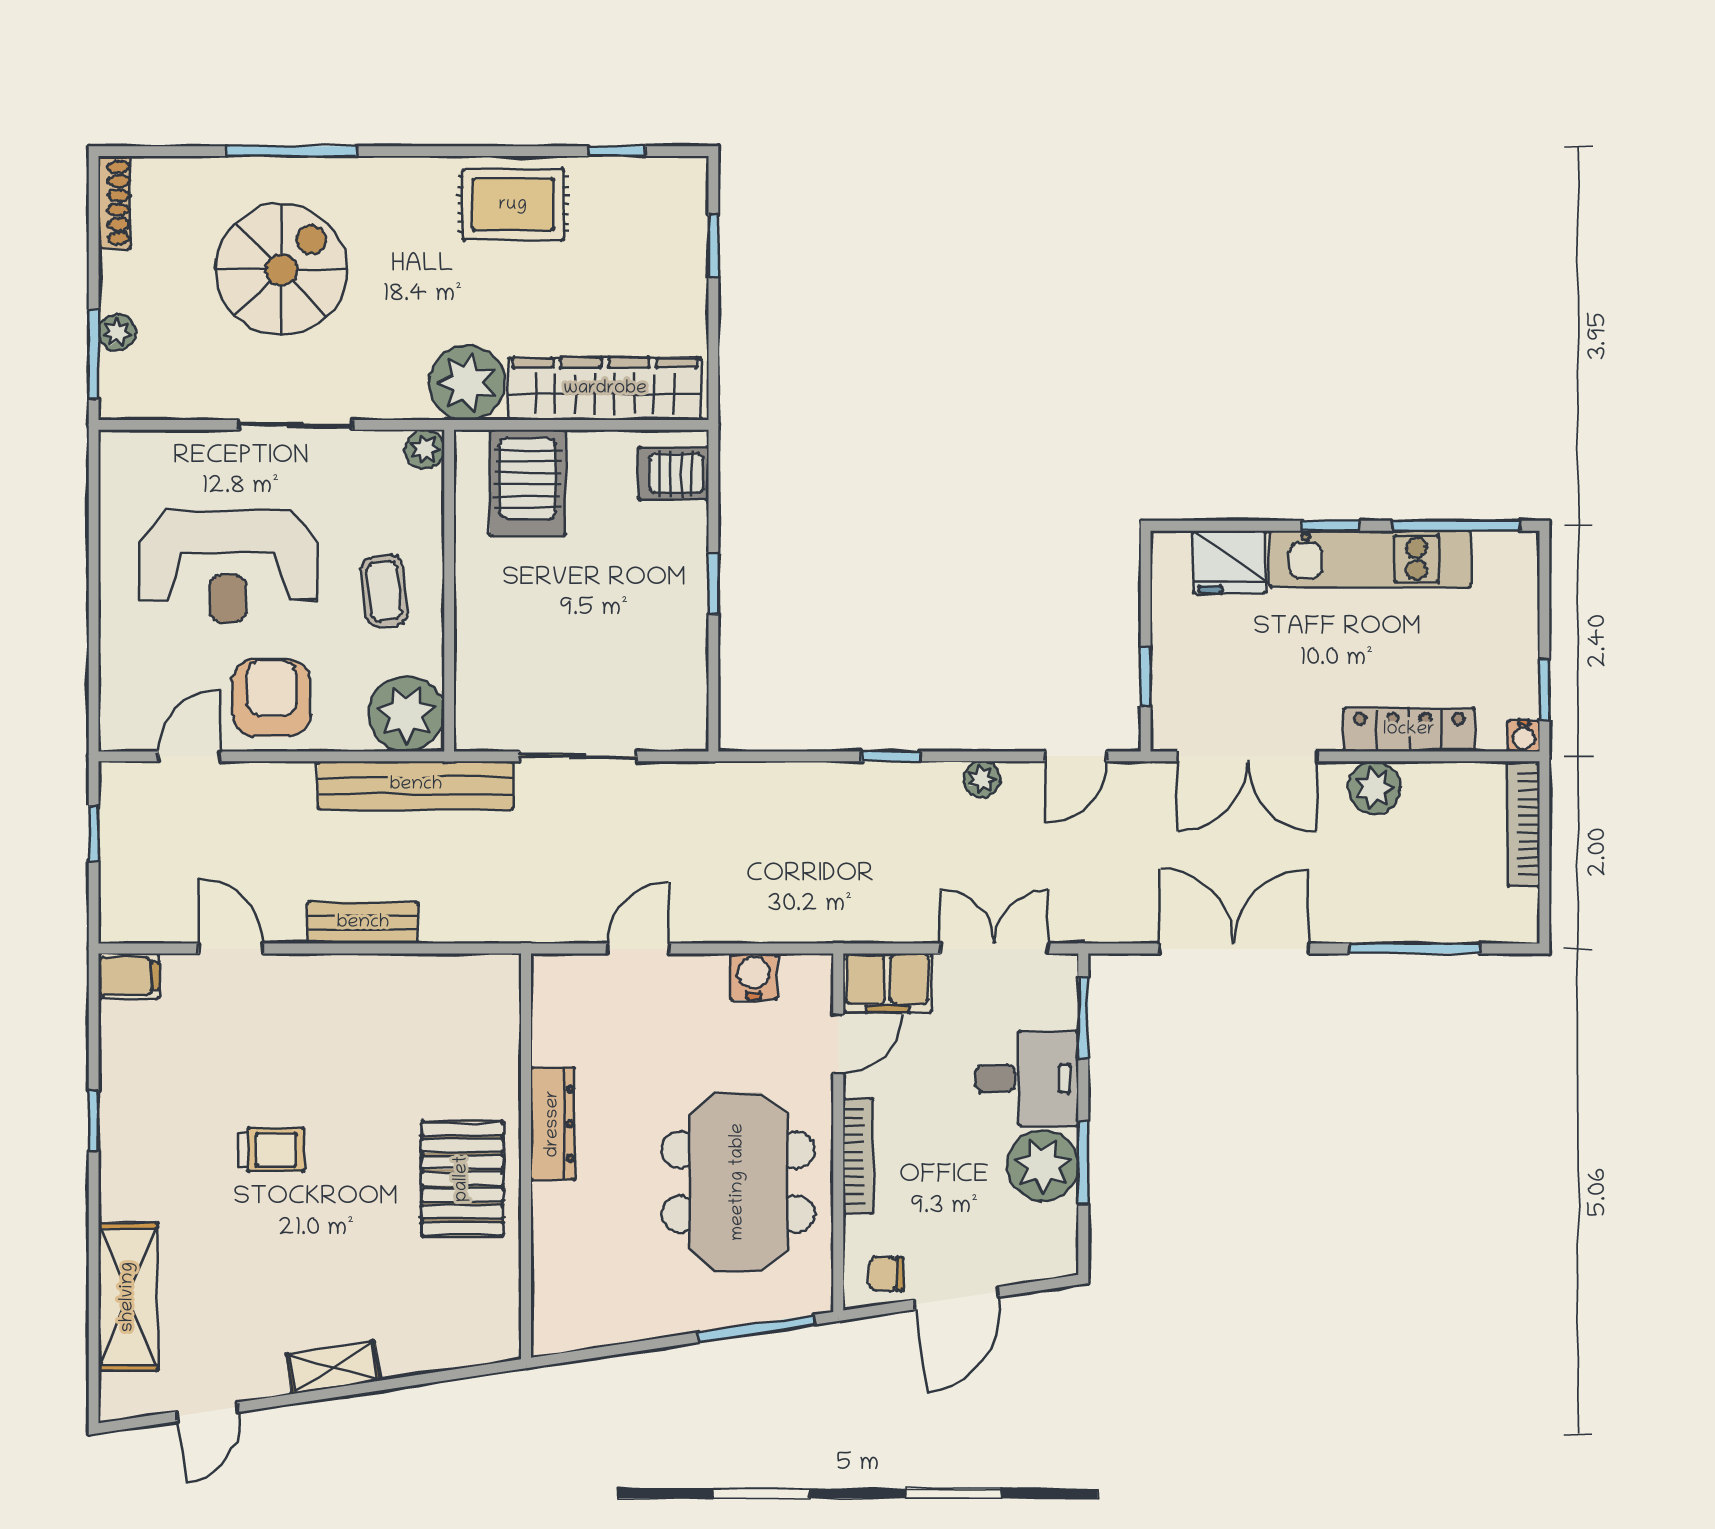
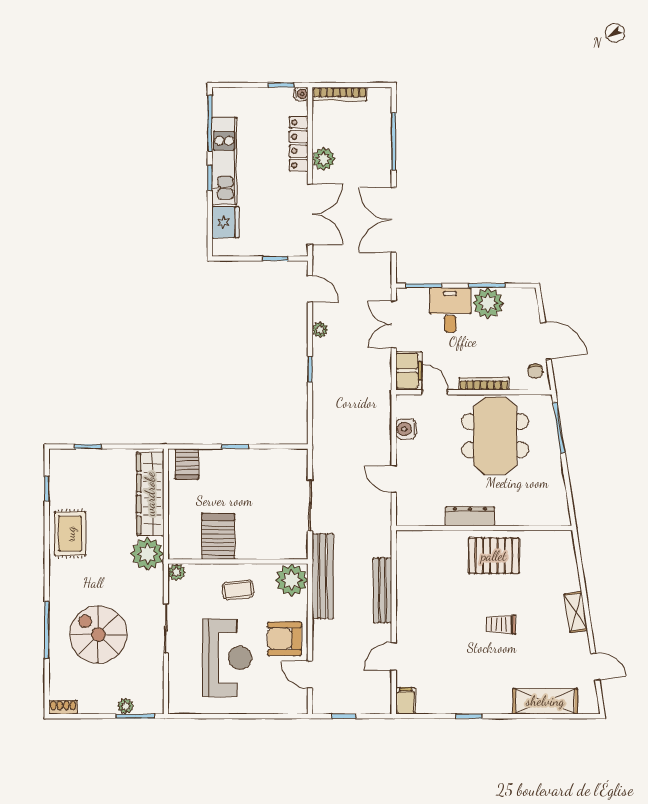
shoe rack: (114, 203) -> (63, 707), width x0.70
server rack: (528, 483) -> (218, 536), moved, turned -90
bench: (363, 923) -> (382, 590), width x1.36
trolley: (271, 1150) -> (501, 624), moved, turned -90
meeting table: (738, 1182) -> (495, 436), turned 90

